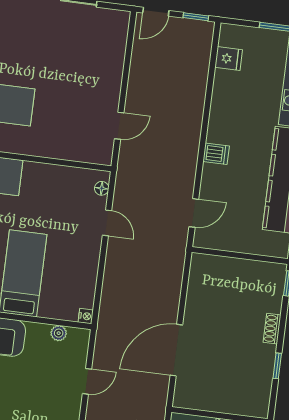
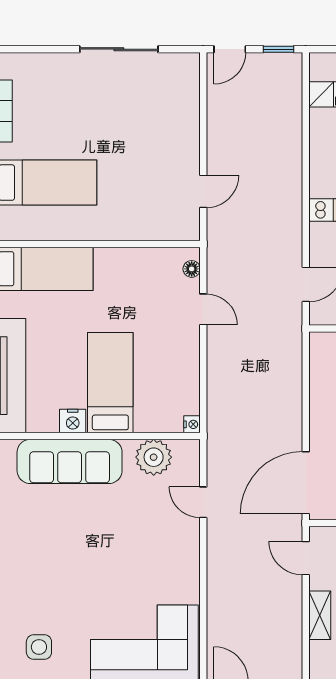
plant: (59, 333) -> (154, 457), width x1.88, depth x1.88
door: (176, 350) -> (306, 483), moved
door: (87, 381) -> (203, 502), swing flipped

